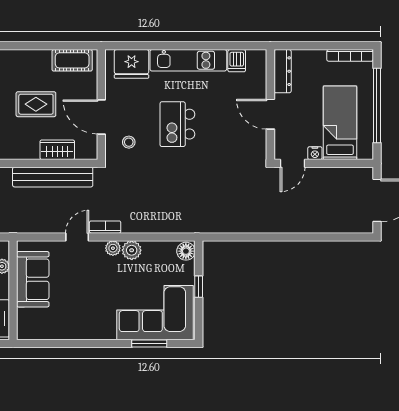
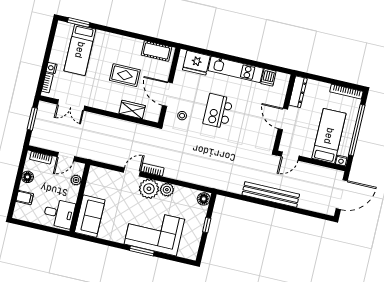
nightstand: (315, 153) -> (341, 161), moved
bench: (53, 177) -> (271, 194), moved
plant: (113, 248) -> (149, 189), width x1.87, depth x1.87
sofa: (33, 279) -> (90, 216), moved
corner sofa: (155, 313) -> (154, 232), moved
window: (149, 344) -> (142, 251), moved

